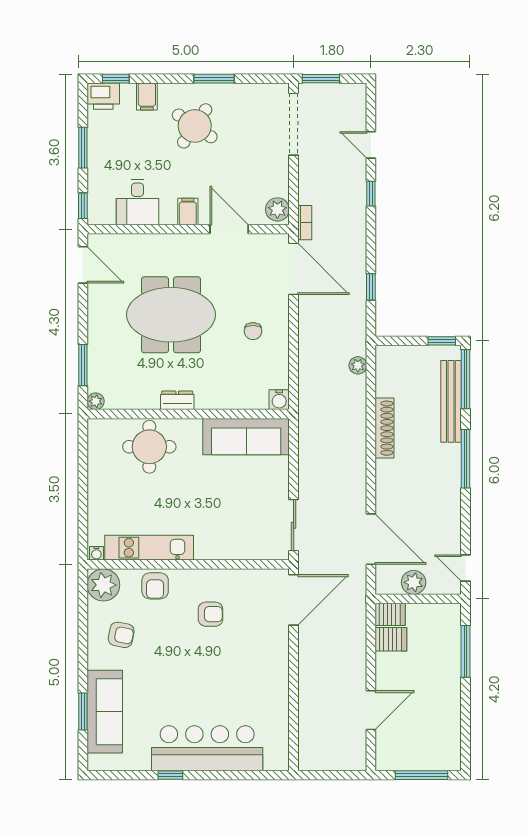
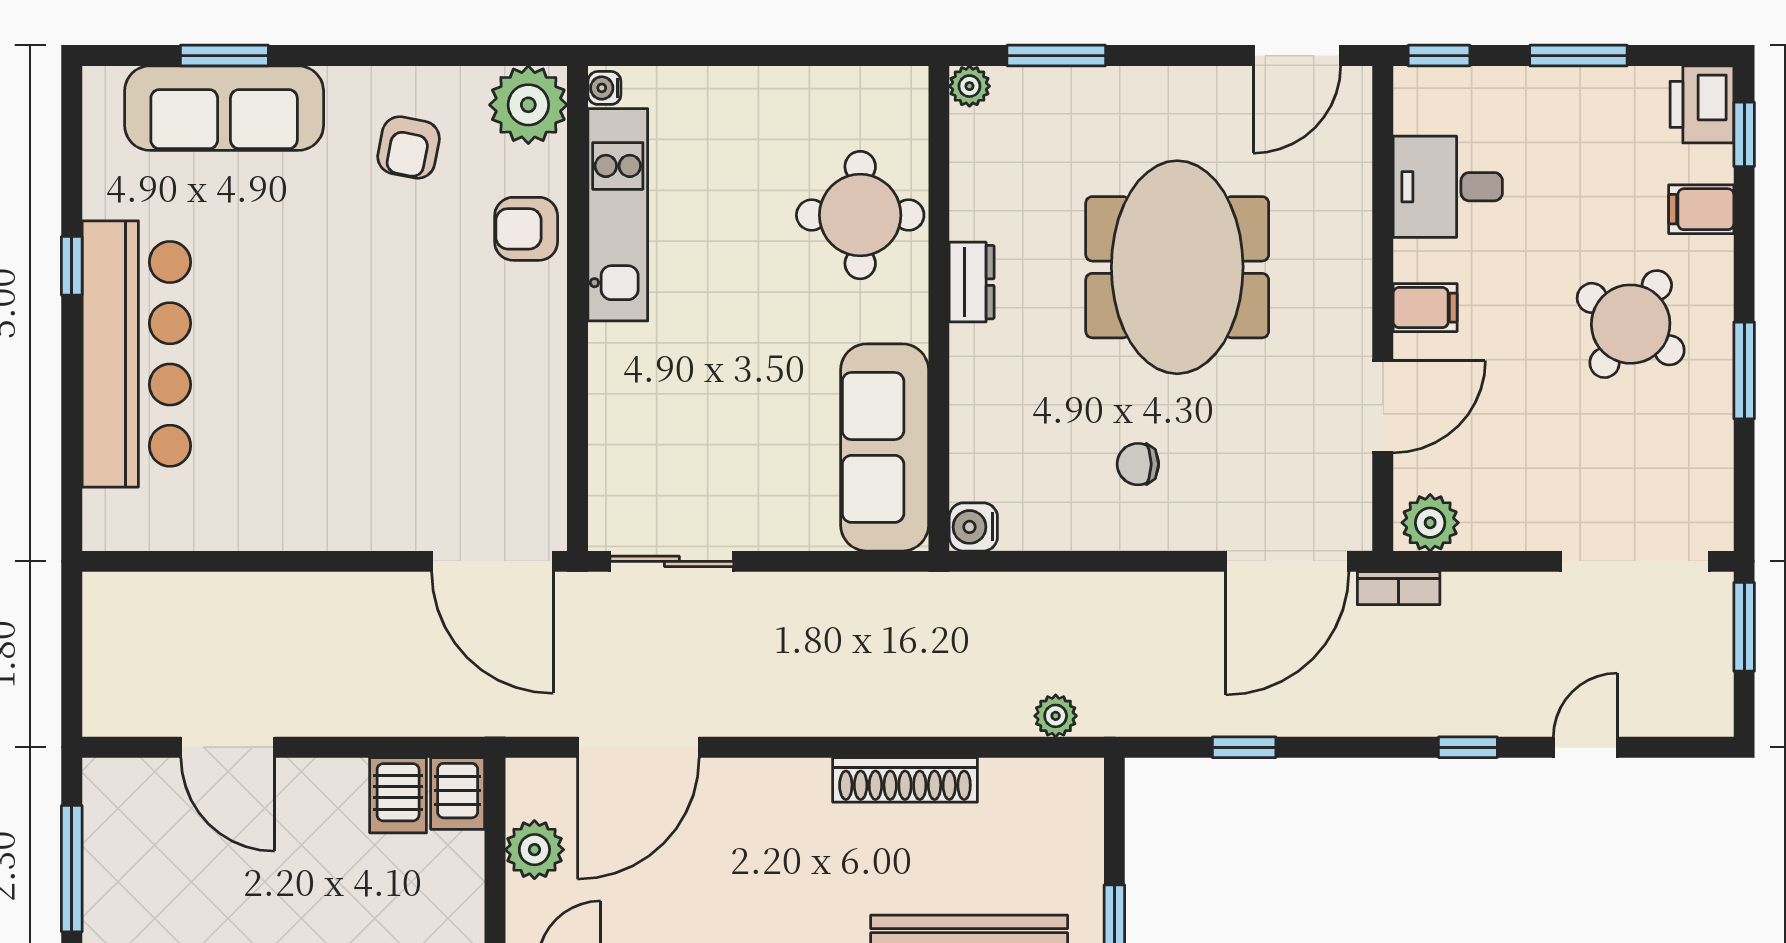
armchair: (210, 614) -> (458, 362), removed

